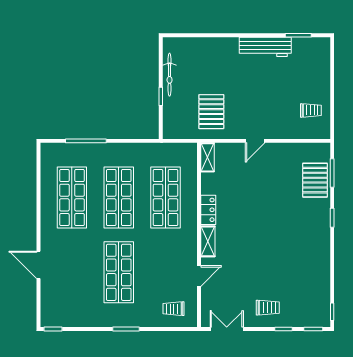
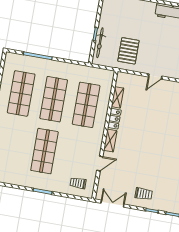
bicycle: (170, 75) -> (100, 43), moved
shelving: (207, 157) -> (117, 97), moved

